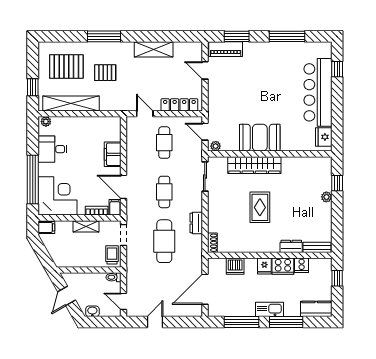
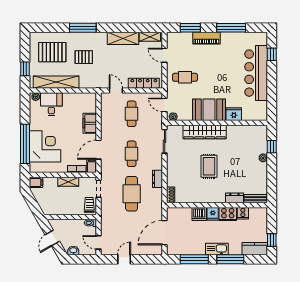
shelving: (187, 48) -> (150, 37), added
piano: (226, 49) -> (206, 38), moved
cafe table: (230, 98) -> (185, 77), added
fridge: (324, 137) -> (234, 114), moved, turned 90
desk: (52, 149) -> (51, 104), moved, turned 90
door: (124, 187) -> (99, 150), hinge flipped
corner desk: (57, 196) -> (45, 146), moved
dishwasher: (235, 266) -> (199, 214), moved
window: (337, 278) -> (272, 240), moved

